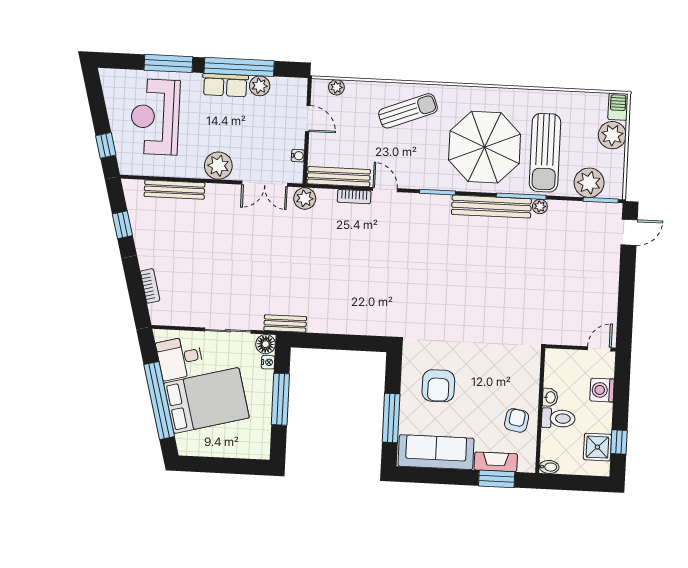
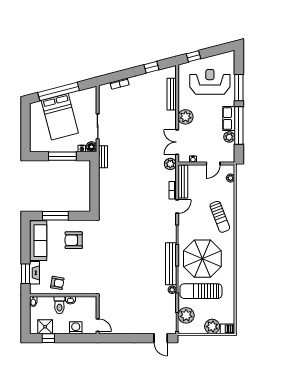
desk: (180, 358) -> (82, 101), removed

